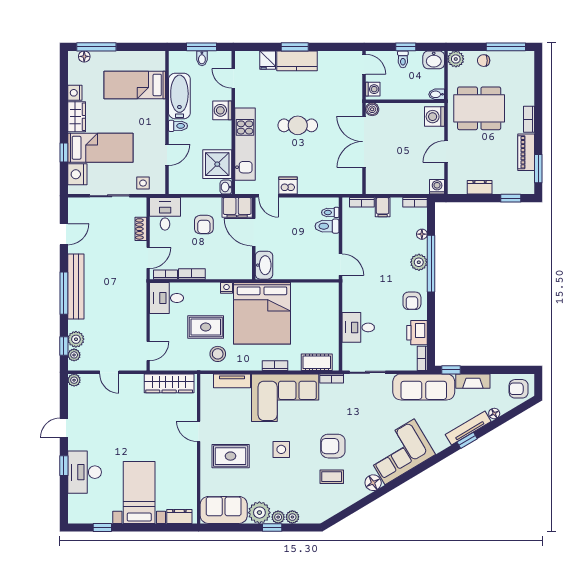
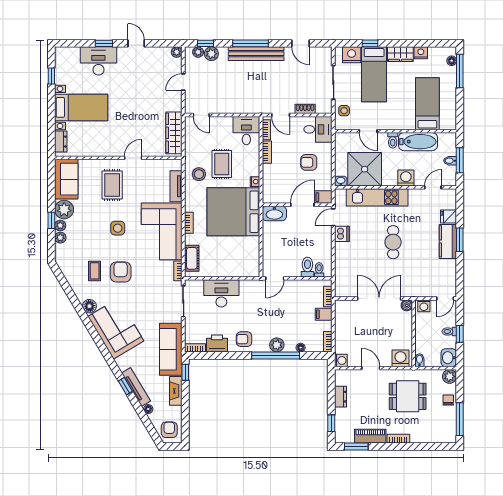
dining table: (479, 108) -> (408, 396), width x0.73
shower: (217, 164) -> (365, 169), width x1.37, depth x1.37
filing cabinet: (237, 207) -> (323, 197), width x0.50
desk: (358, 327) -> (221, 293), width x1.37

